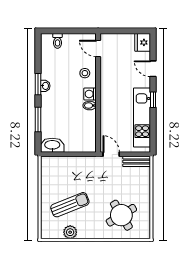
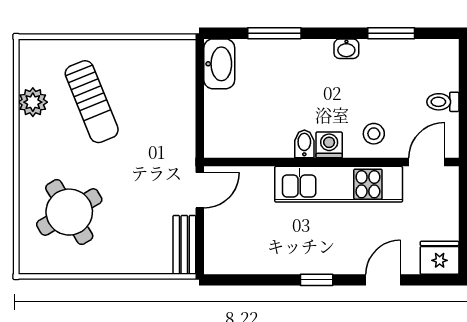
toilet: (58, 41) -> (443, 102), moved
window: (38, 84) -> (391, 33), moved
kitchen unit: (142, 118) -> (339, 184), moved, turned 180

